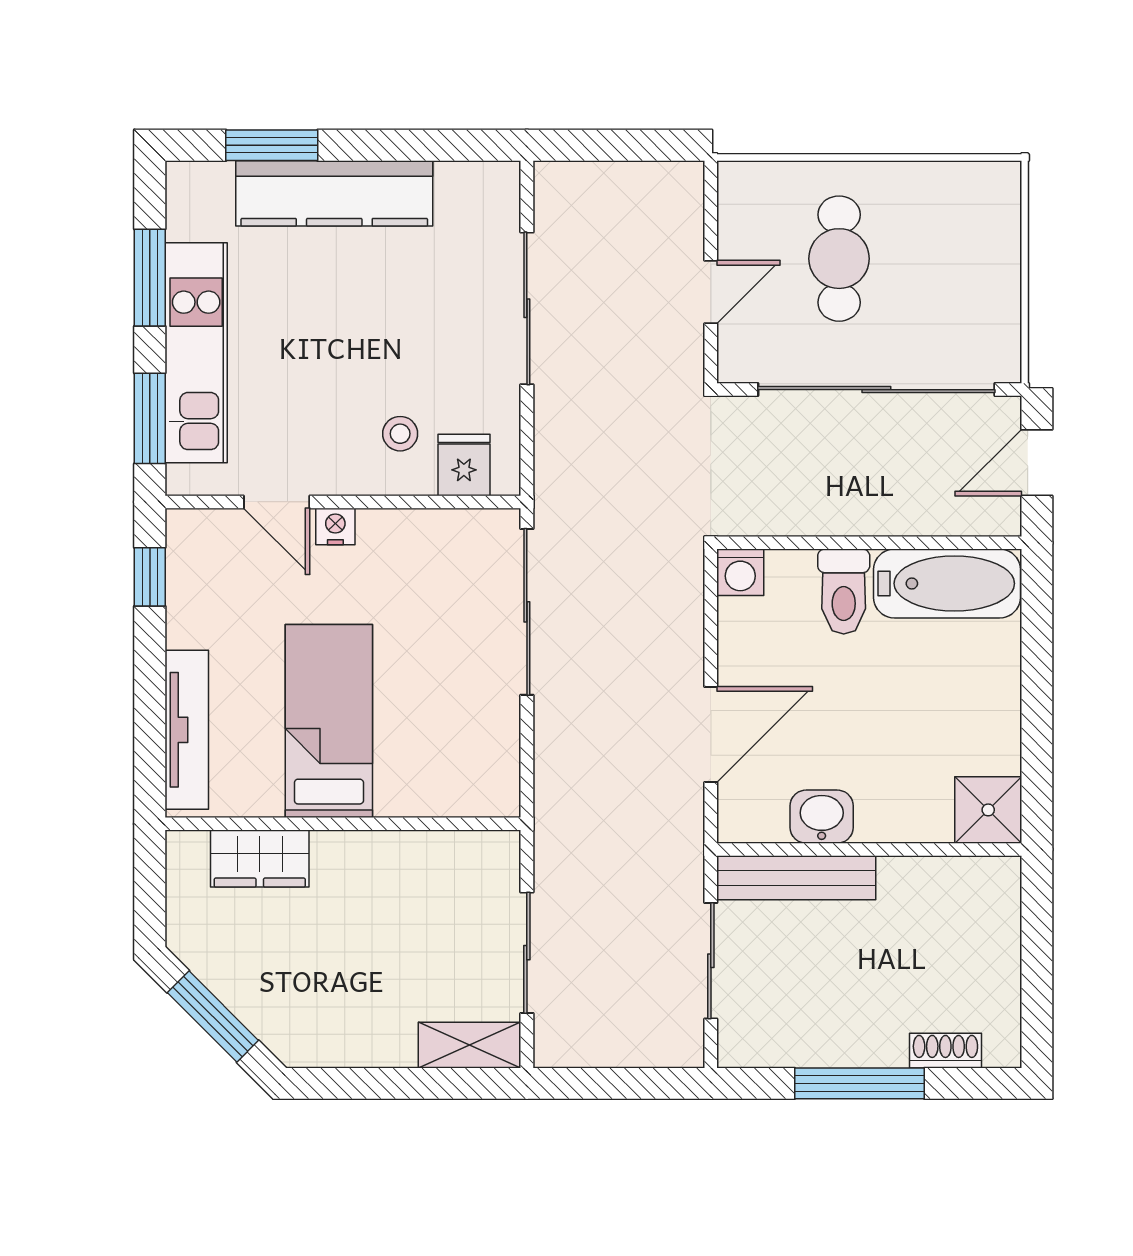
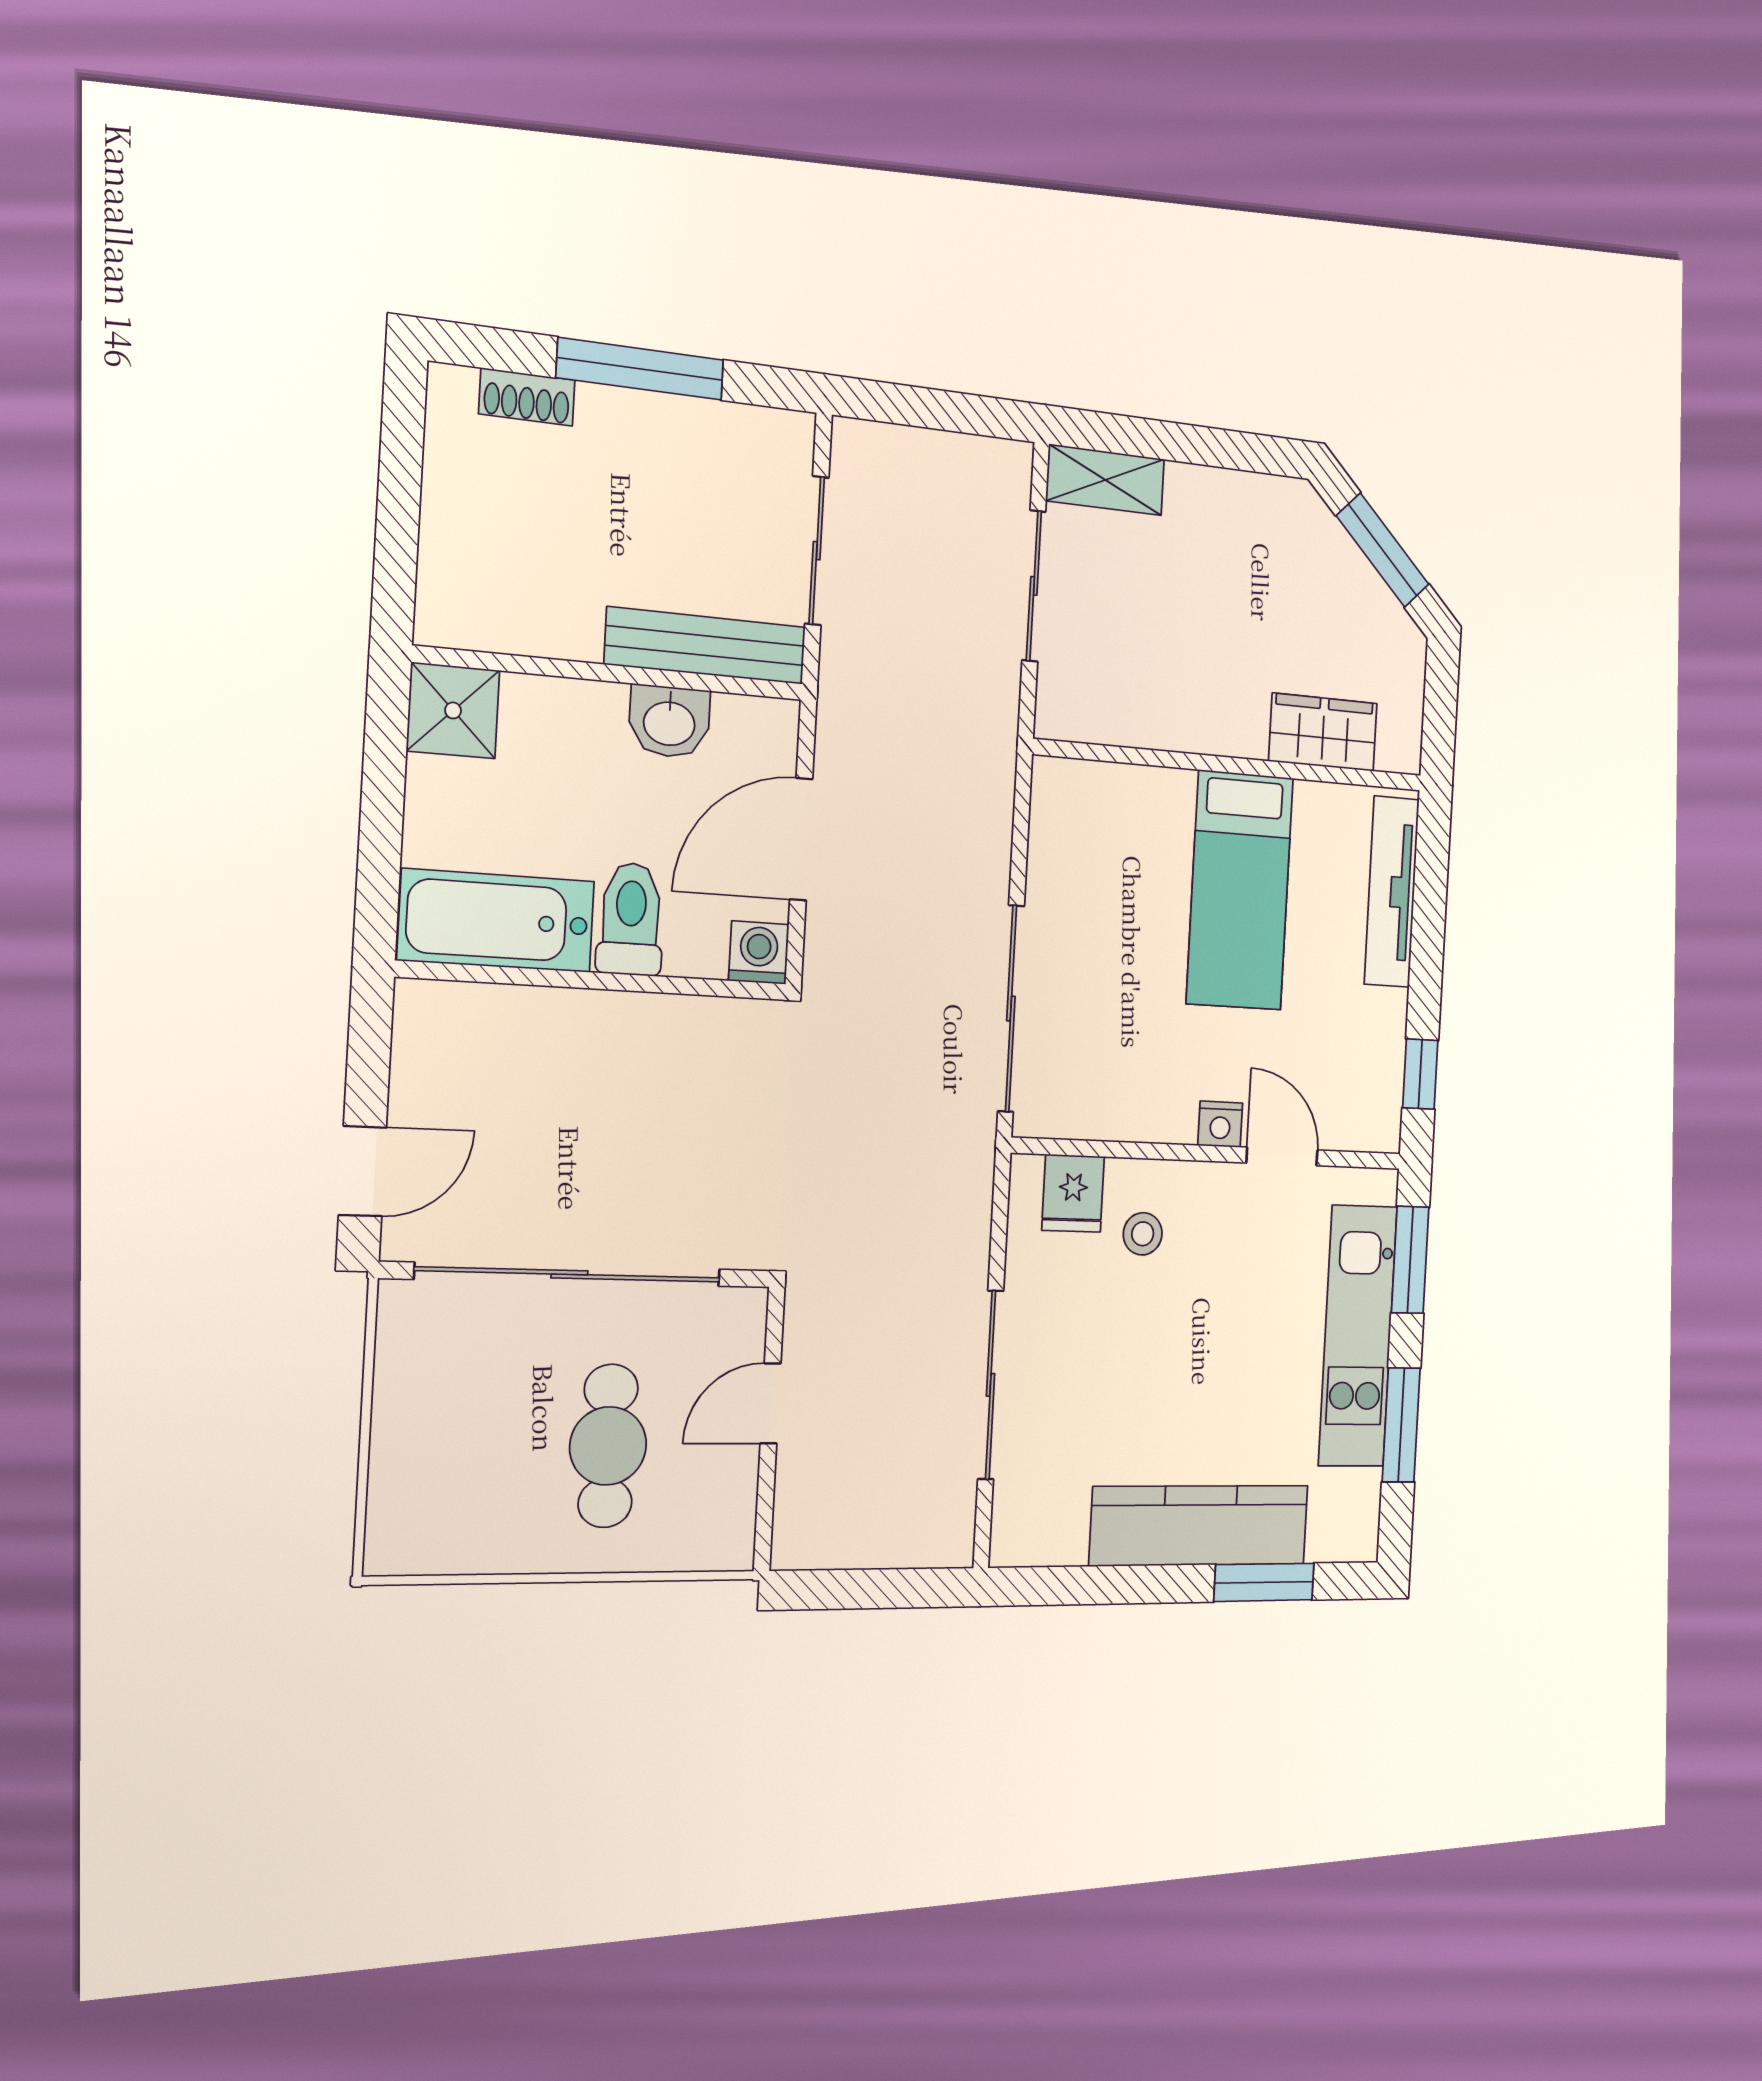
wall: (869, 543) -> (595, 981), moved
washing machine: (740, 572) -> (759, 953), moved
bathtub: (947, 583) -> (496, 921), moved
toilet: (844, 592) -> (631, 919), moved

